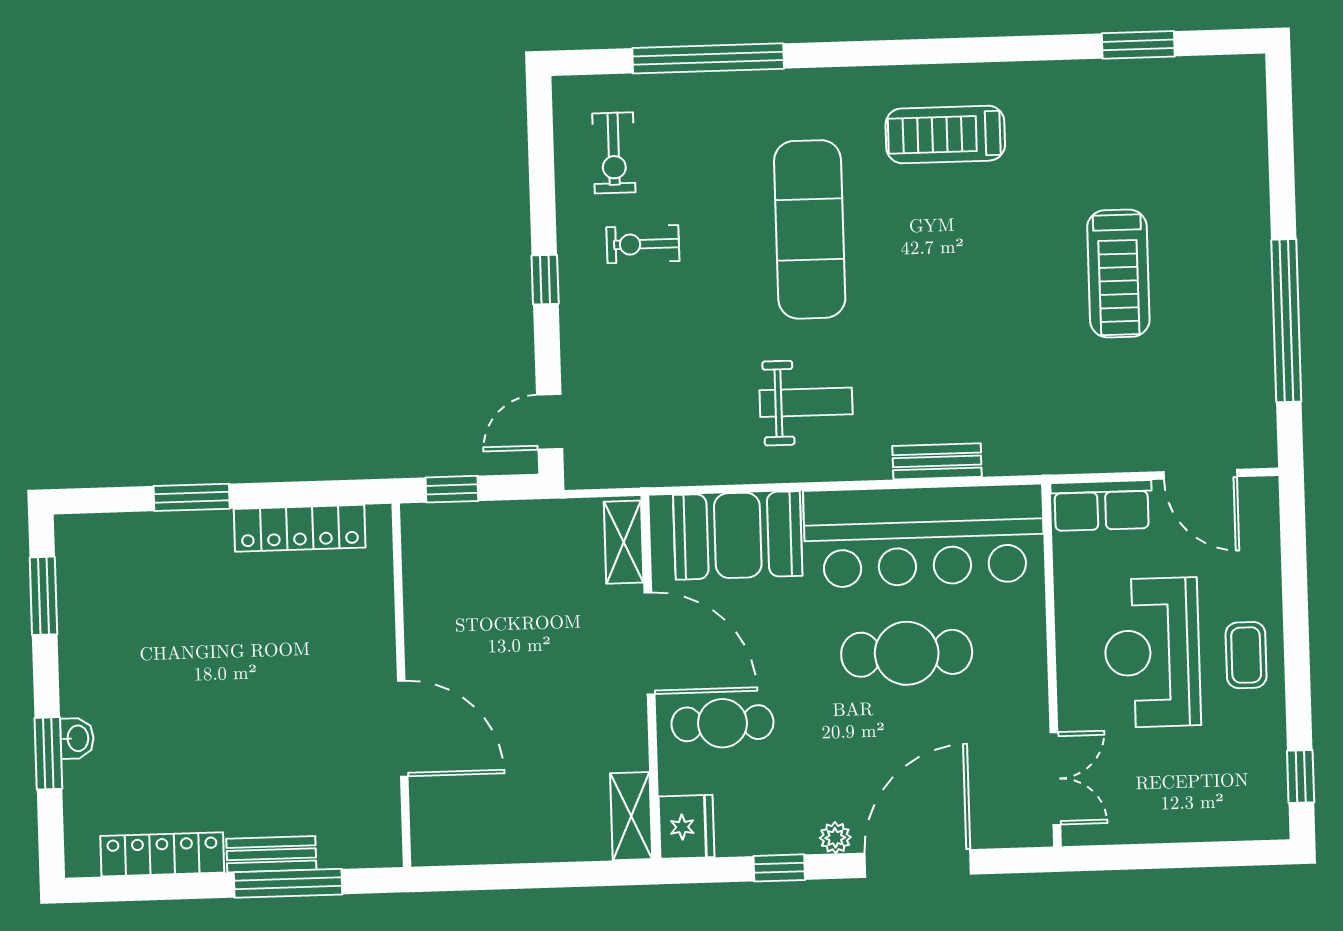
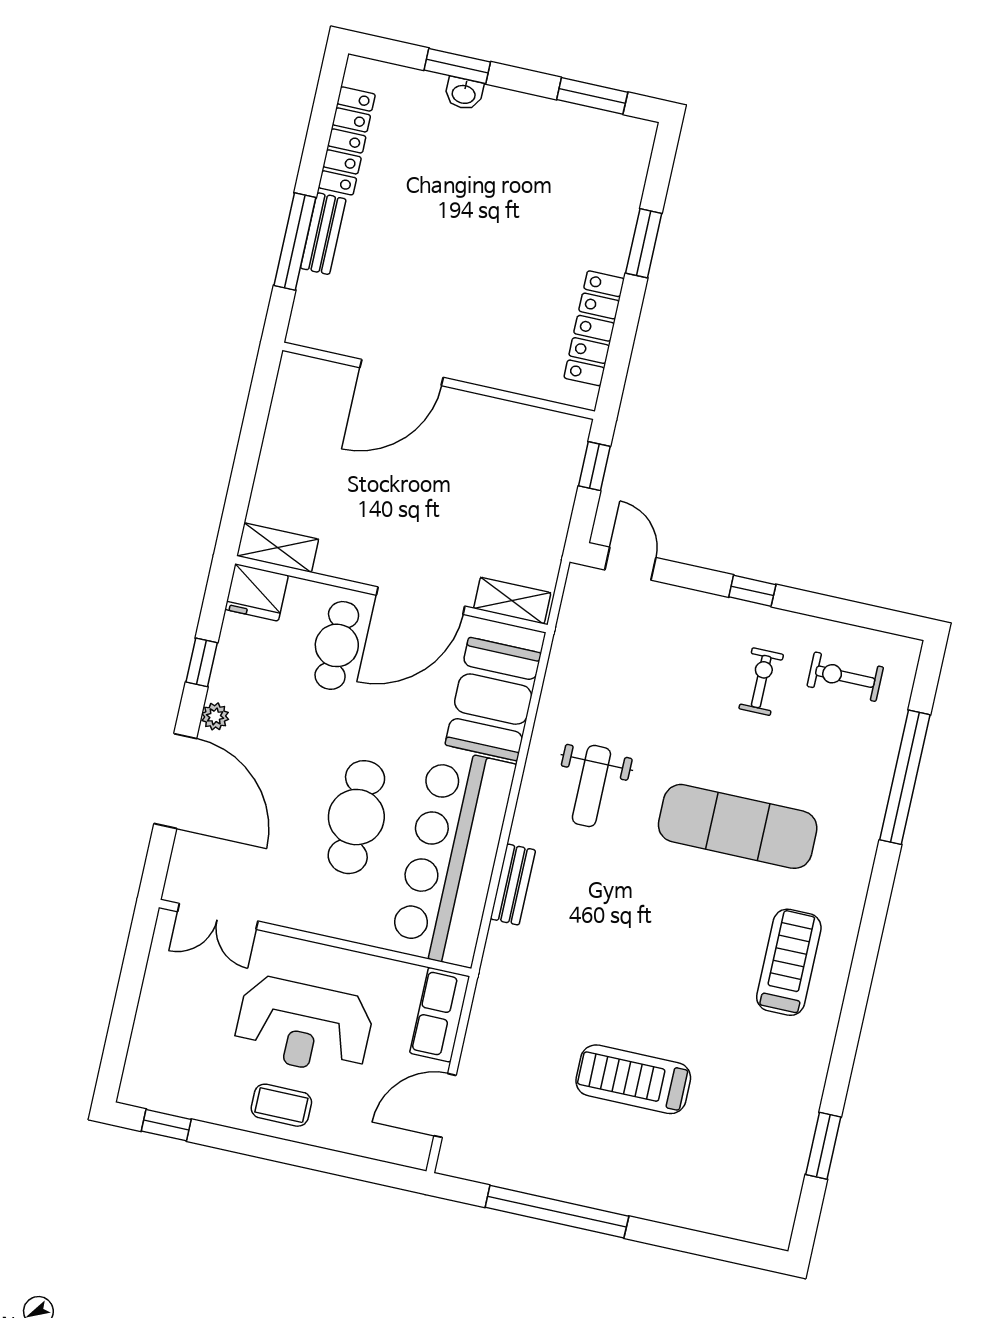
reception desk: (1152, 652) -> (304, 1026), turned 180

